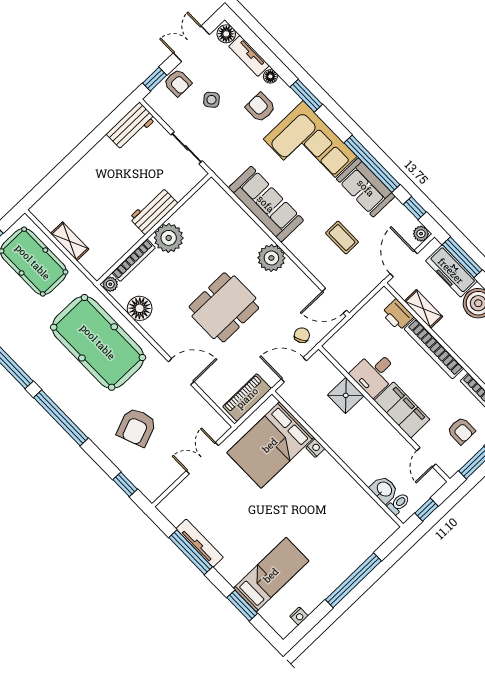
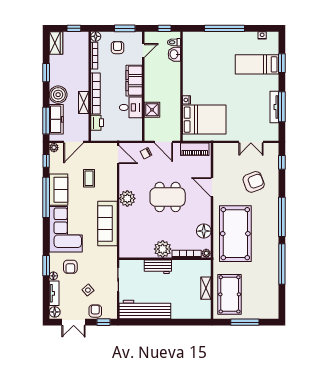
window: (306, 96) -> (46, 266), moved
workbench: (131, 126) -> (145, 309), width x1.88, depth x1.32
shelving: (424, 309) -> (84, 103), moved
double door: (202, 458) -> (251, 142), moved

